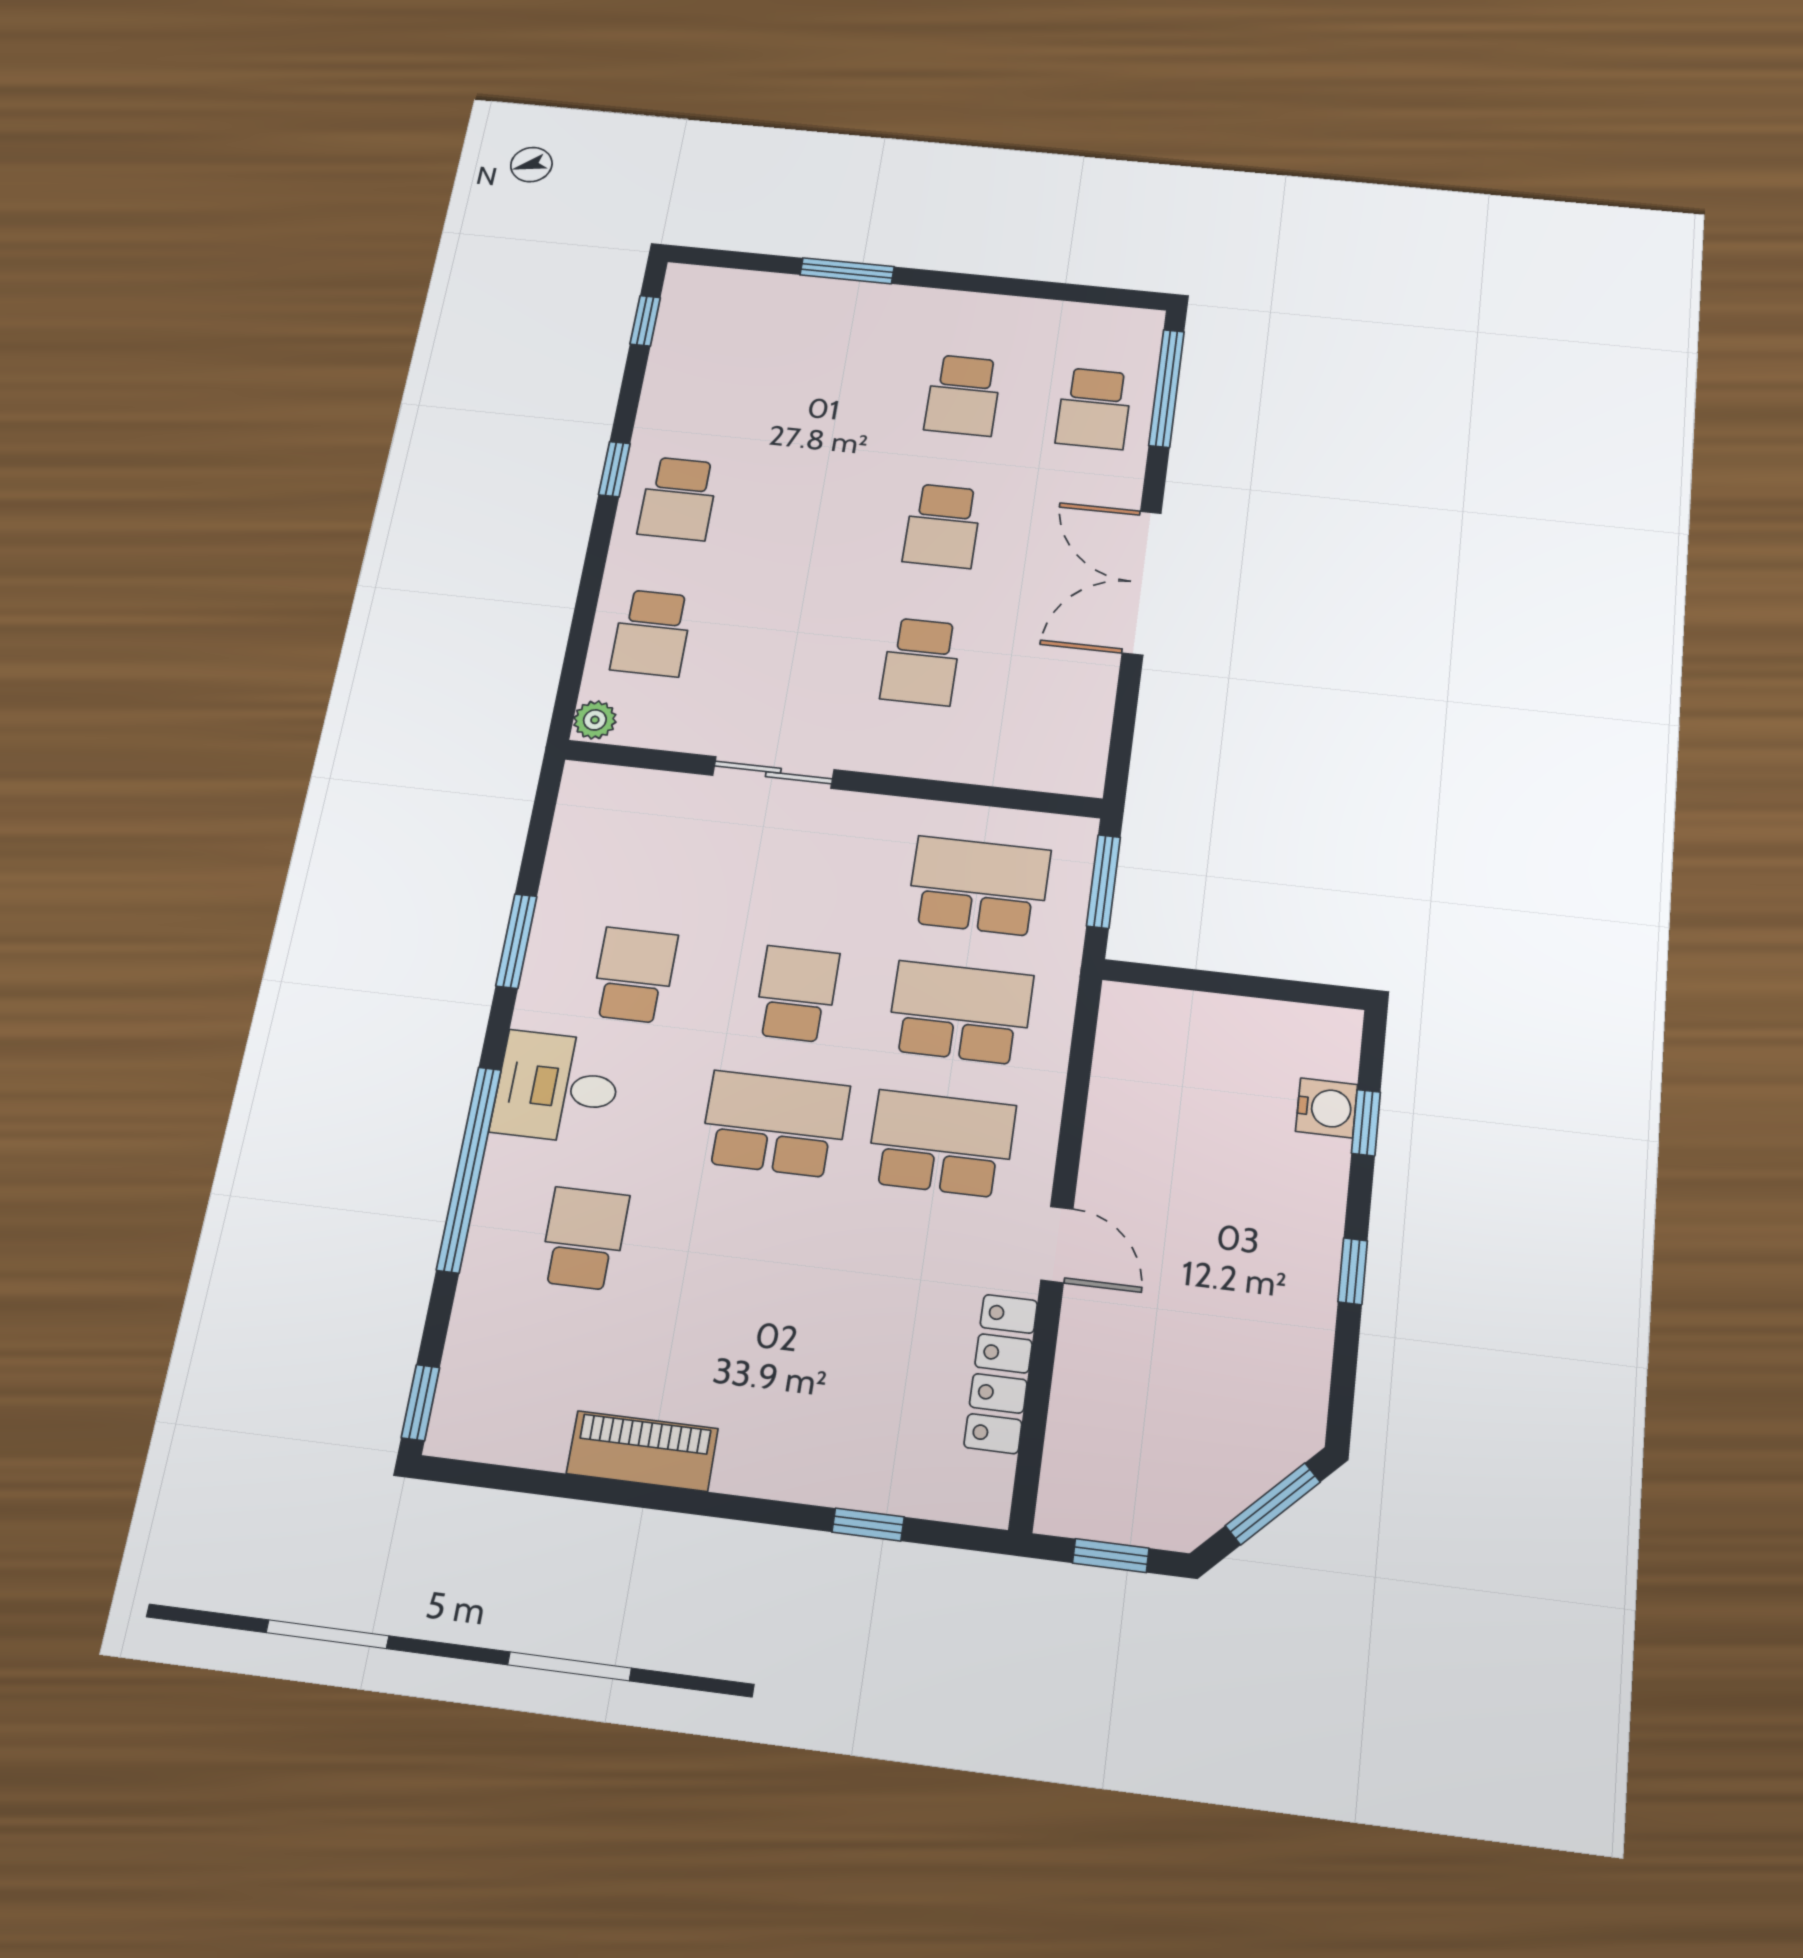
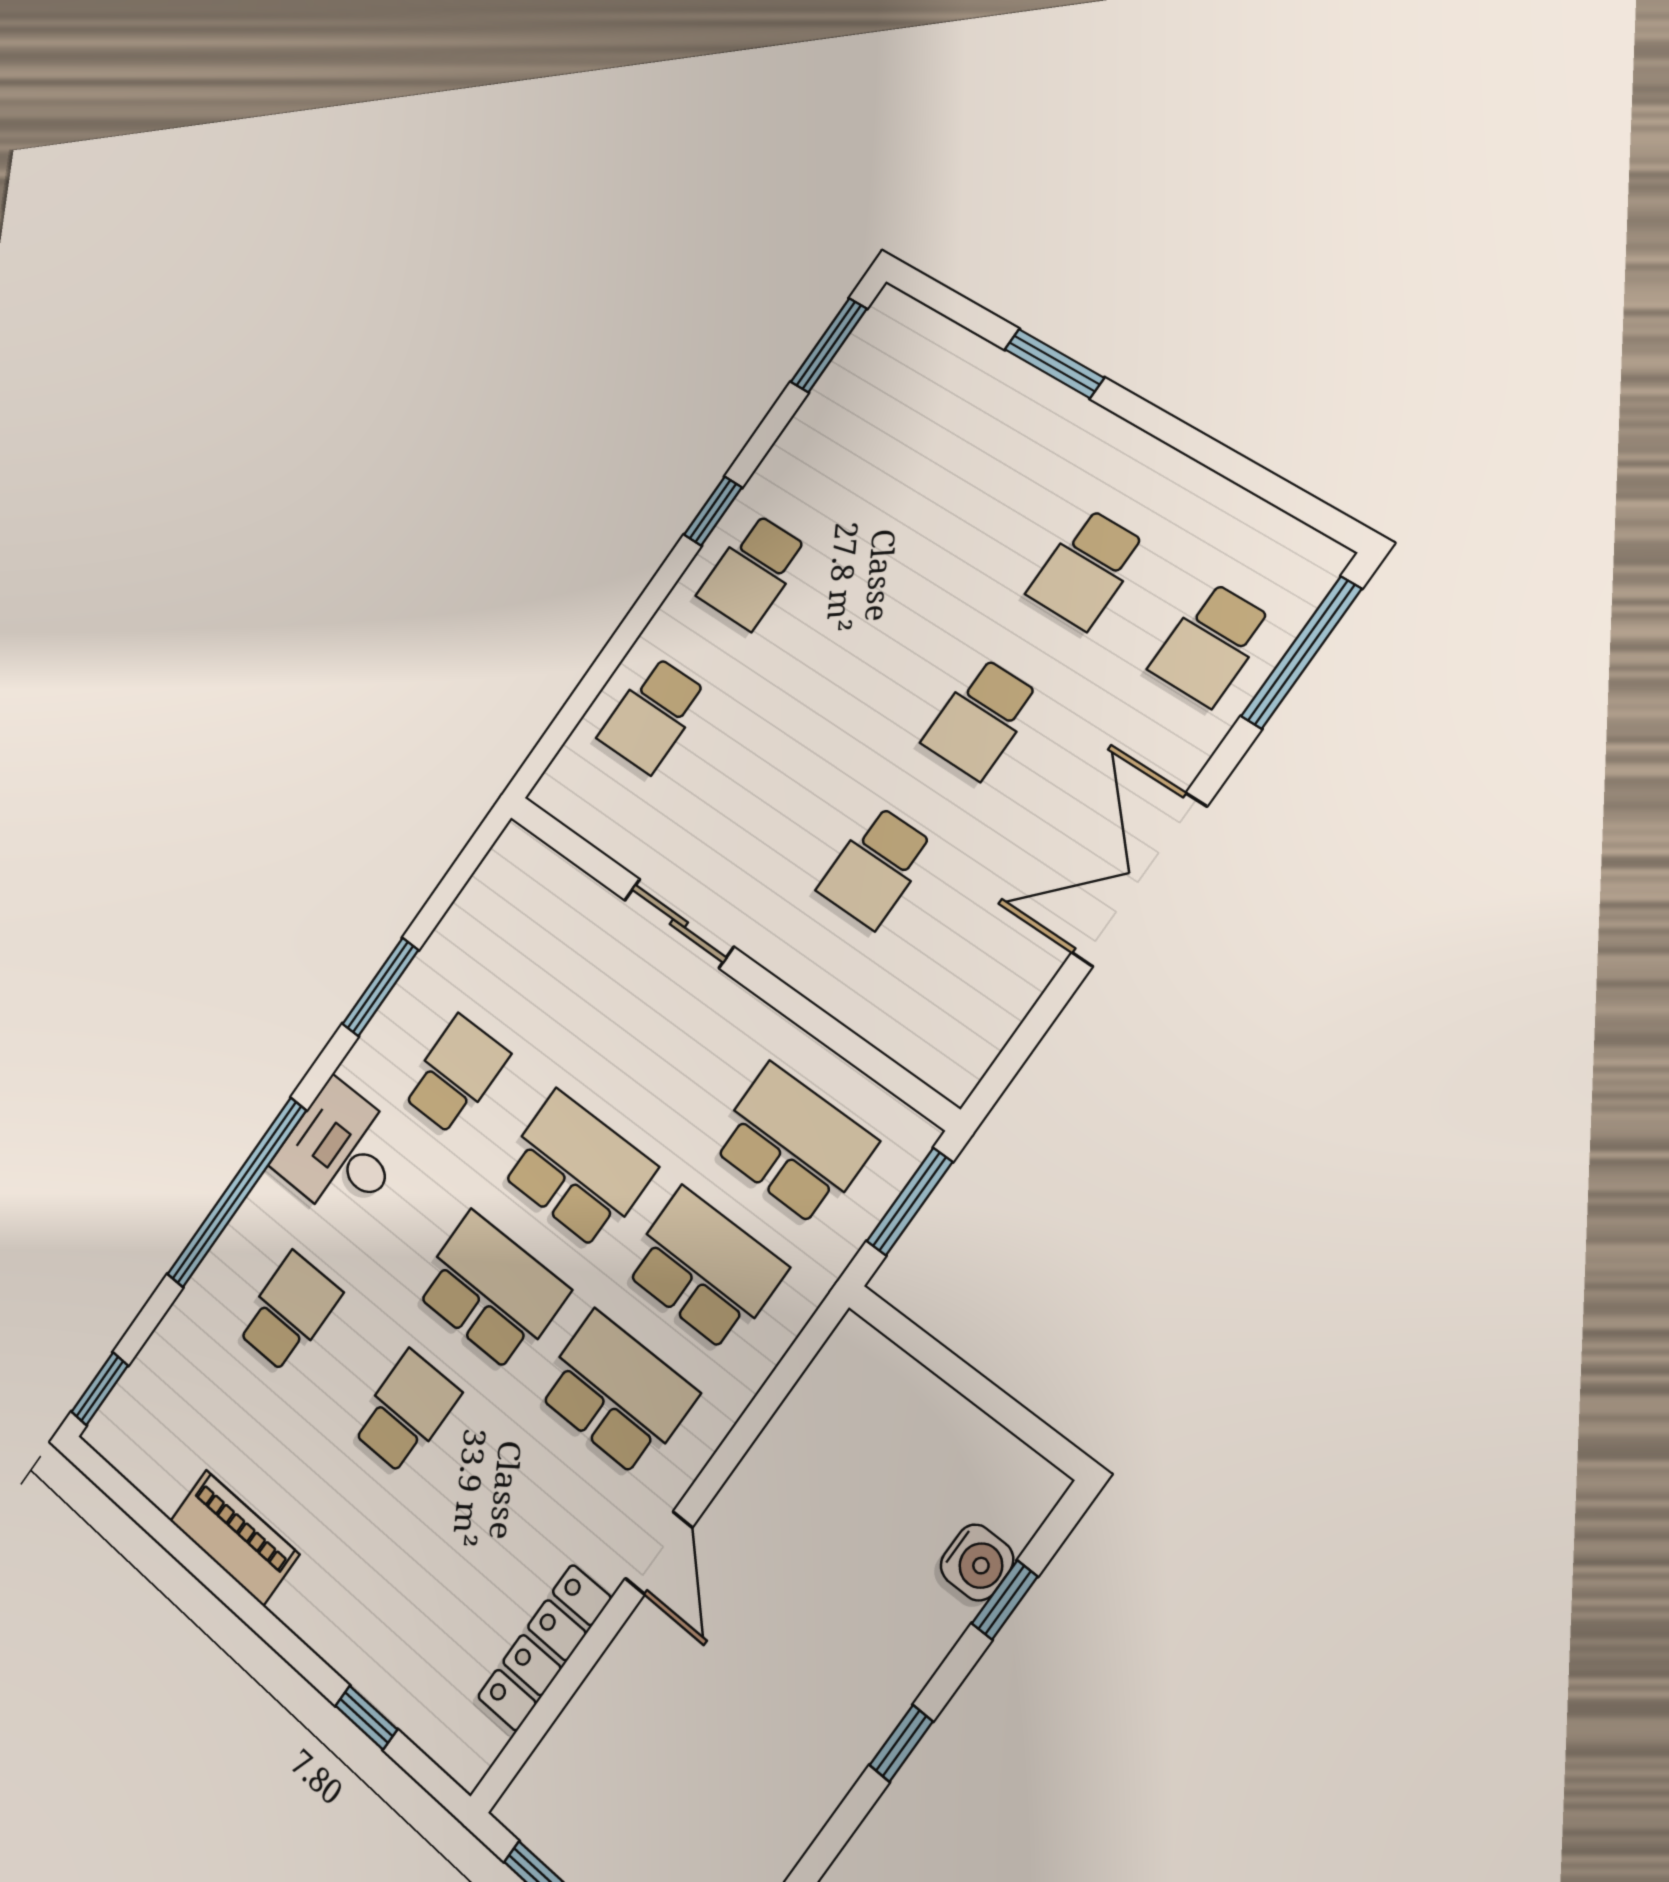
window: (645, 321) -> (829, 345), width x1.50
plant: (595, 720) -> (557, 787), removed
school desk: (796, 994) -> (577, 1169), width x1.85
school desk: (752, 1259) -> (406, 1412), added

